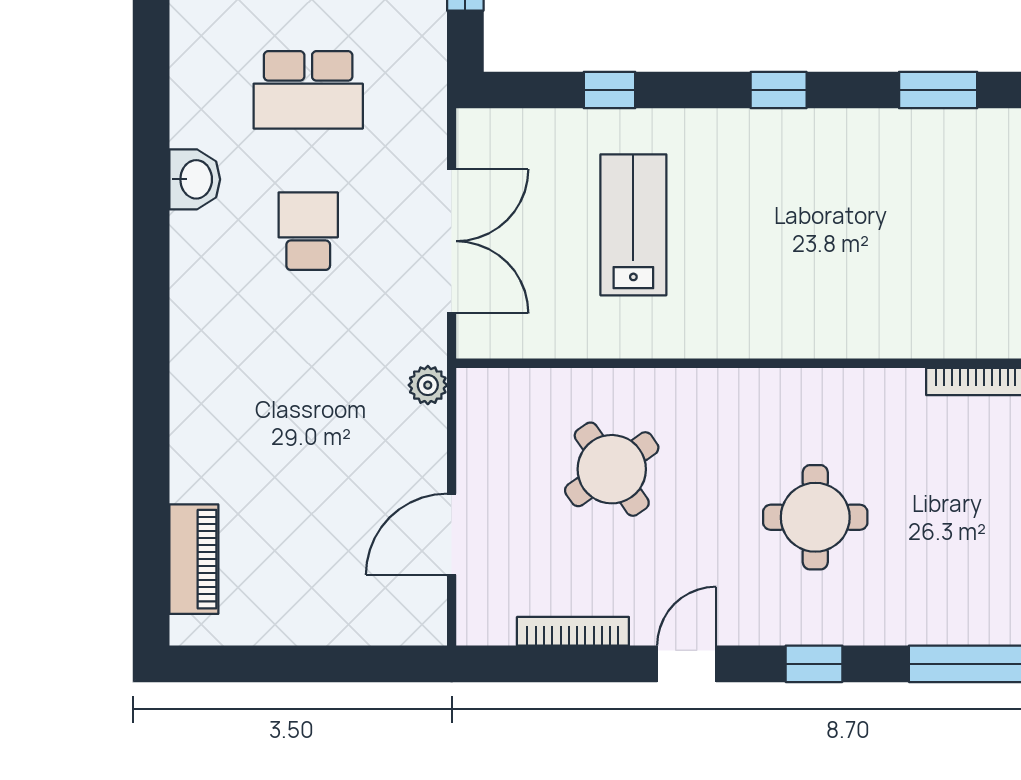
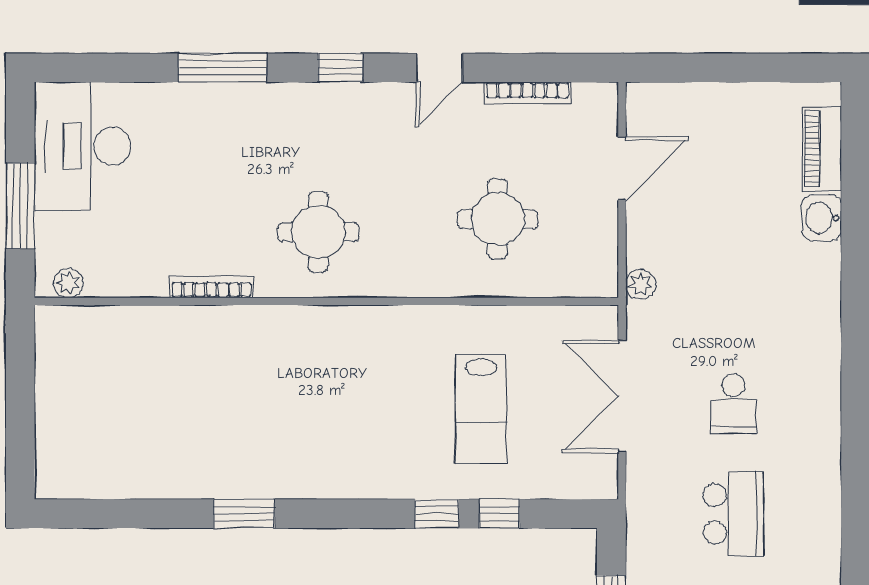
school desk: (308, 90) -> (733, 514), turned 90
window: (779, 90) -> (437, 514), moved
washbasin: (195, 179) -> (822, 218), moved
round table: (612, 469) -> (498, 219), turned 35
round table: (815, 517) -> (318, 232), moved

